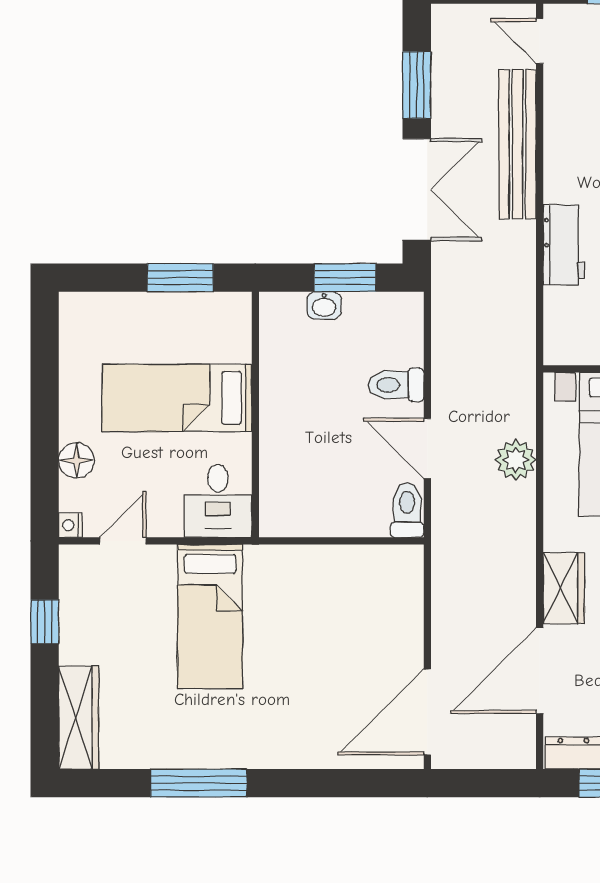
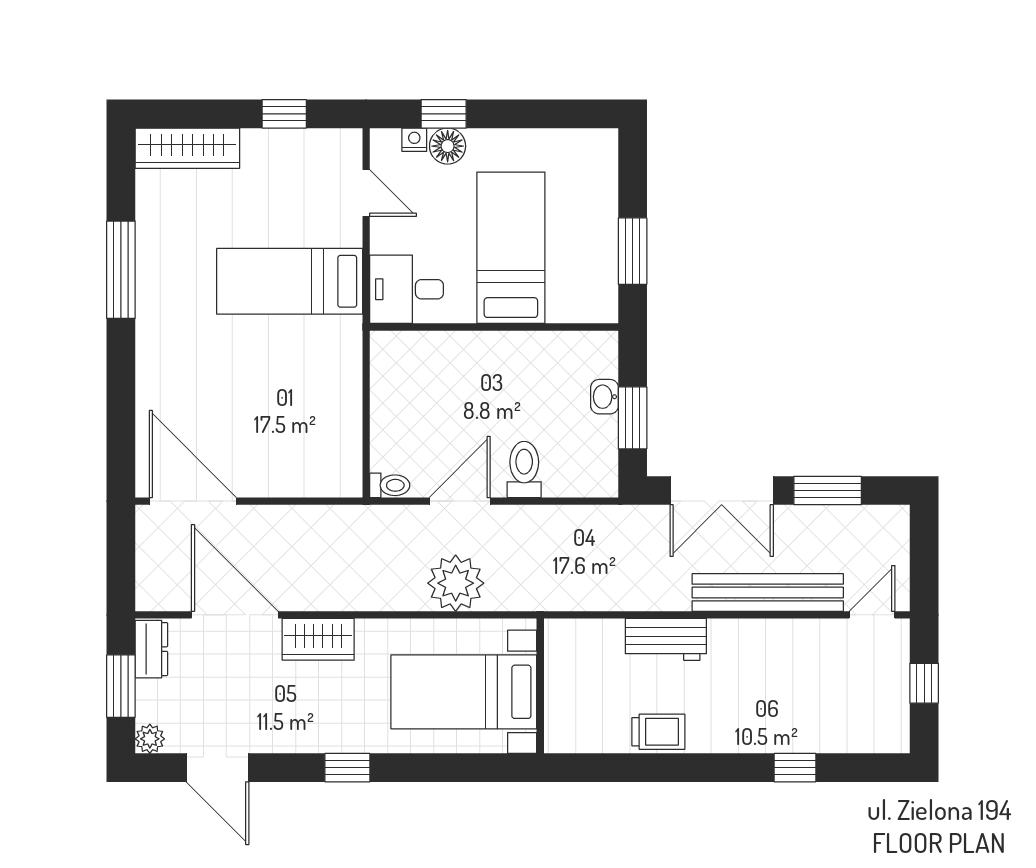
plant: (516, 460) -> (456, 583), width x1.36, depth x1.36
window: (45, 464) -> (444, 114), added
toilet: (407, 510) -> (390, 485), width x0.73, depth x0.72
nightstand: (70, 525) -> (414, 140), moved

